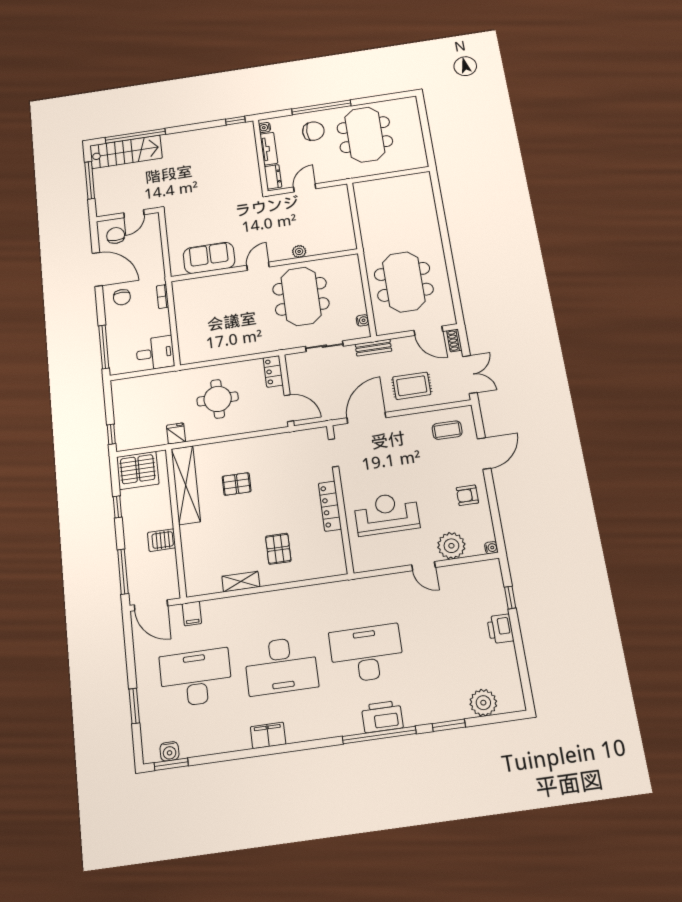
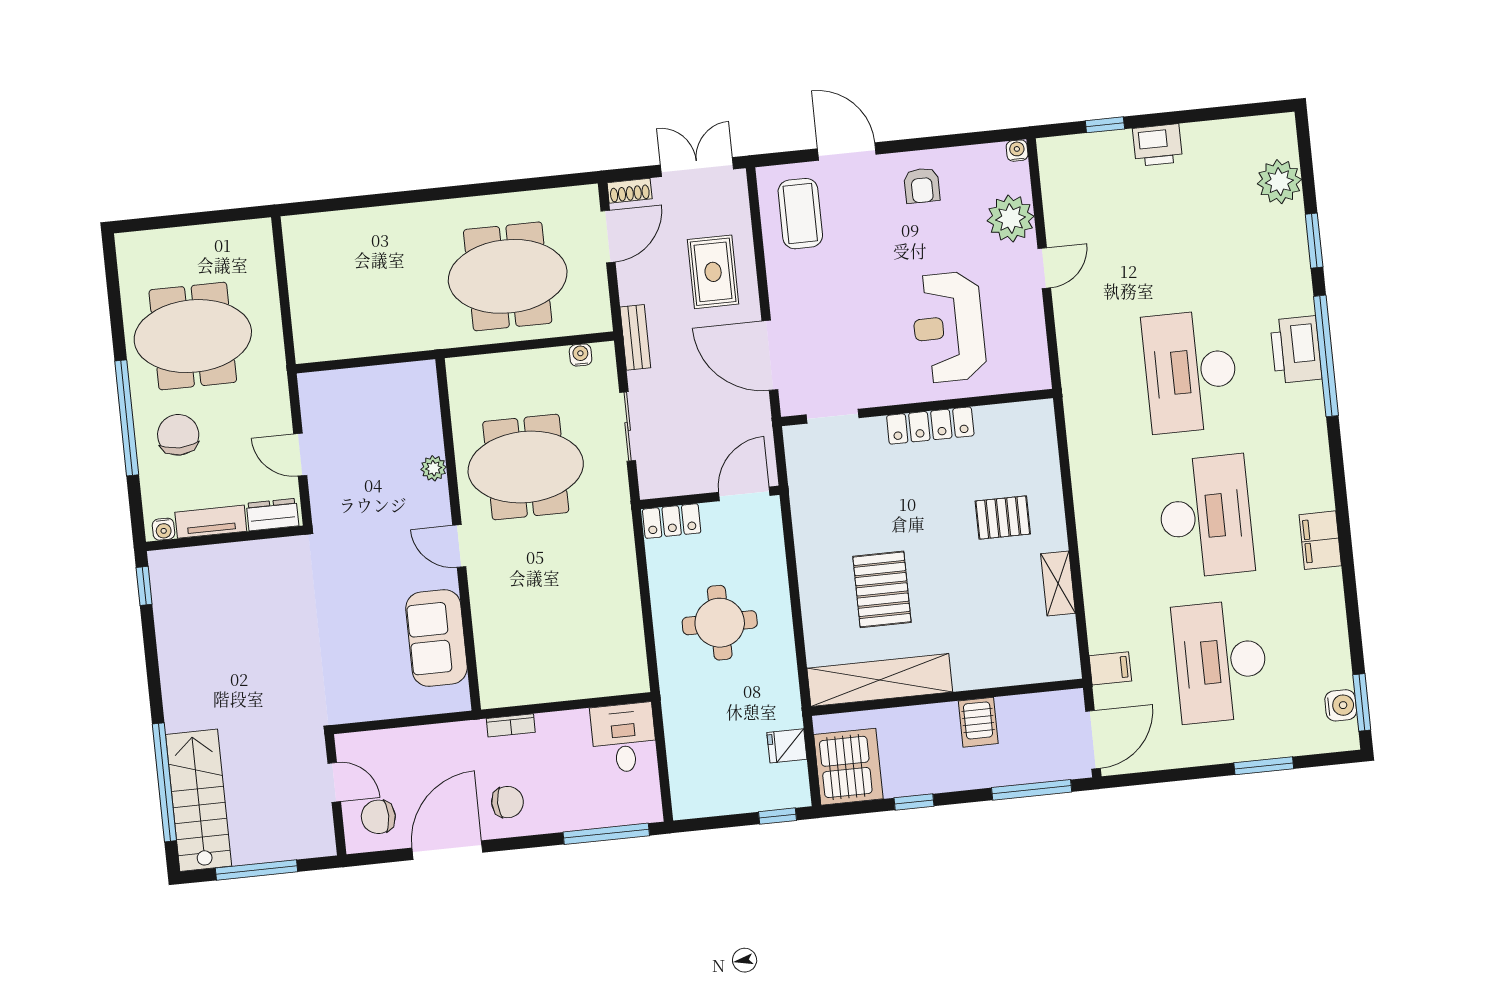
coffee table: (447, 430) -> (800, 214), width x1.36, depth x1.30
fridge: (176, 434) -> (787, 746), moved
pallet: (237, 484) -> (882, 589), width x1.50, depth x1.42

